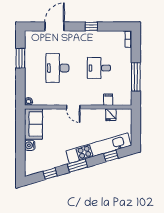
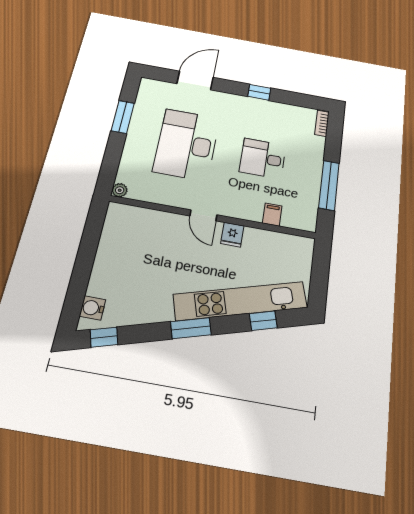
desk: (57, 68) -> (187, 145), width x1.36, depth x1.30
fridge: (111, 115) -> (232, 235), moved
sofa: (33, 124) -> (119, 232), removed
water cooler: (30, 145) -> (93, 308), moved
window: (50, 174) -> (104, 337), moved

